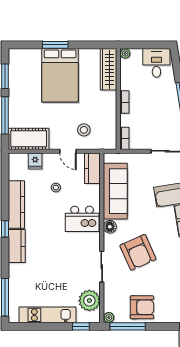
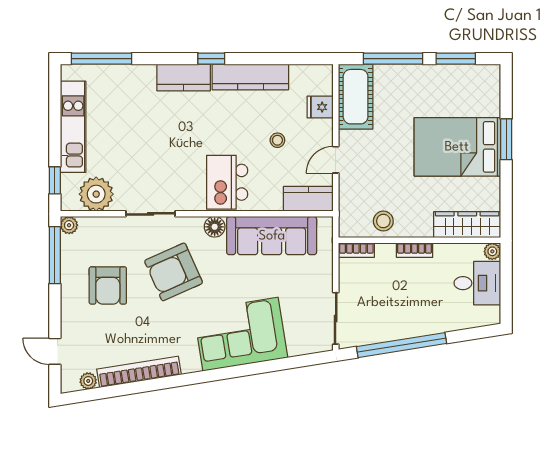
desk: (156, 63) -> (477, 283), moved
stool: (84, 130) -> (383, 221), moved
armchair: (142, 307) -> (108, 285), moved

